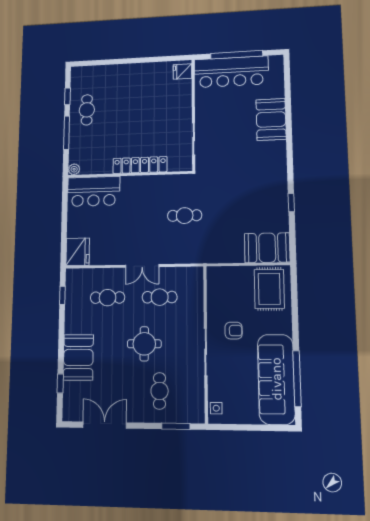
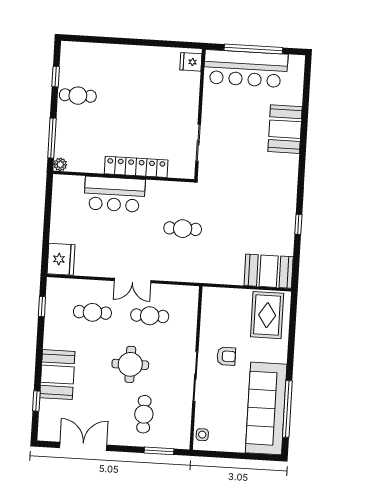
cafe table: (87, 110) -> (78, 96), turned 90
window: (67, 133) -> (52, 138), moved
bar counter: (94, 191) -> (115, 194), moved

